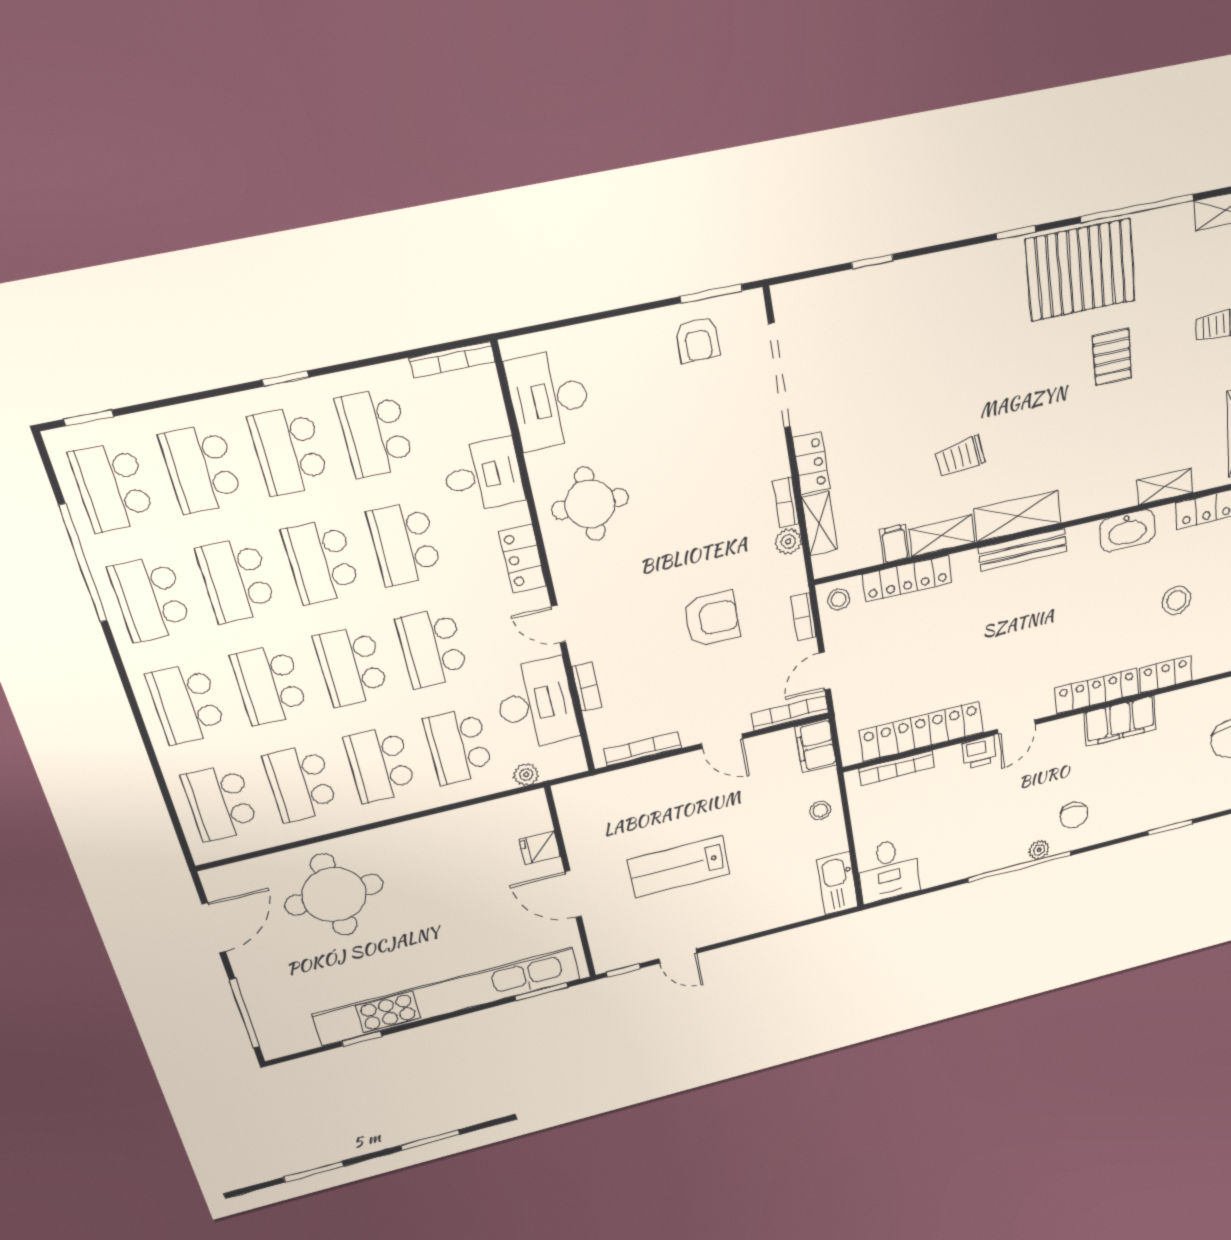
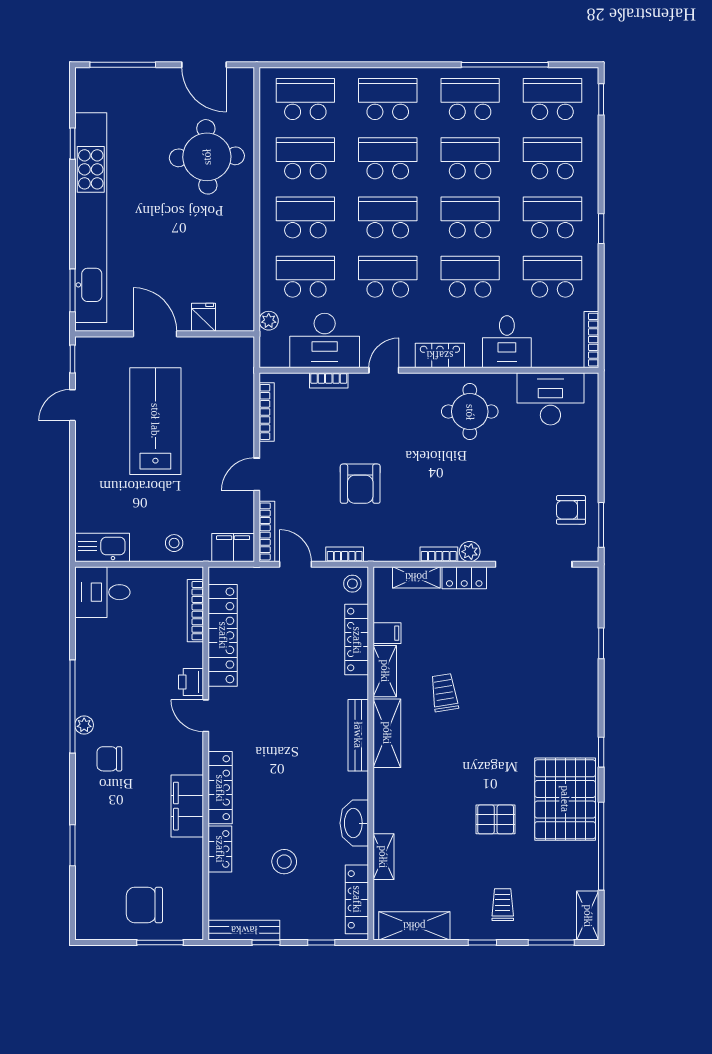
plant: (788, 541) -> (470, 552), moved
lab bench: (679, 867) -> (155, 421), width x1.36, depth x1.39
door: (573, 894) -> (155, 334), hinge flipped

